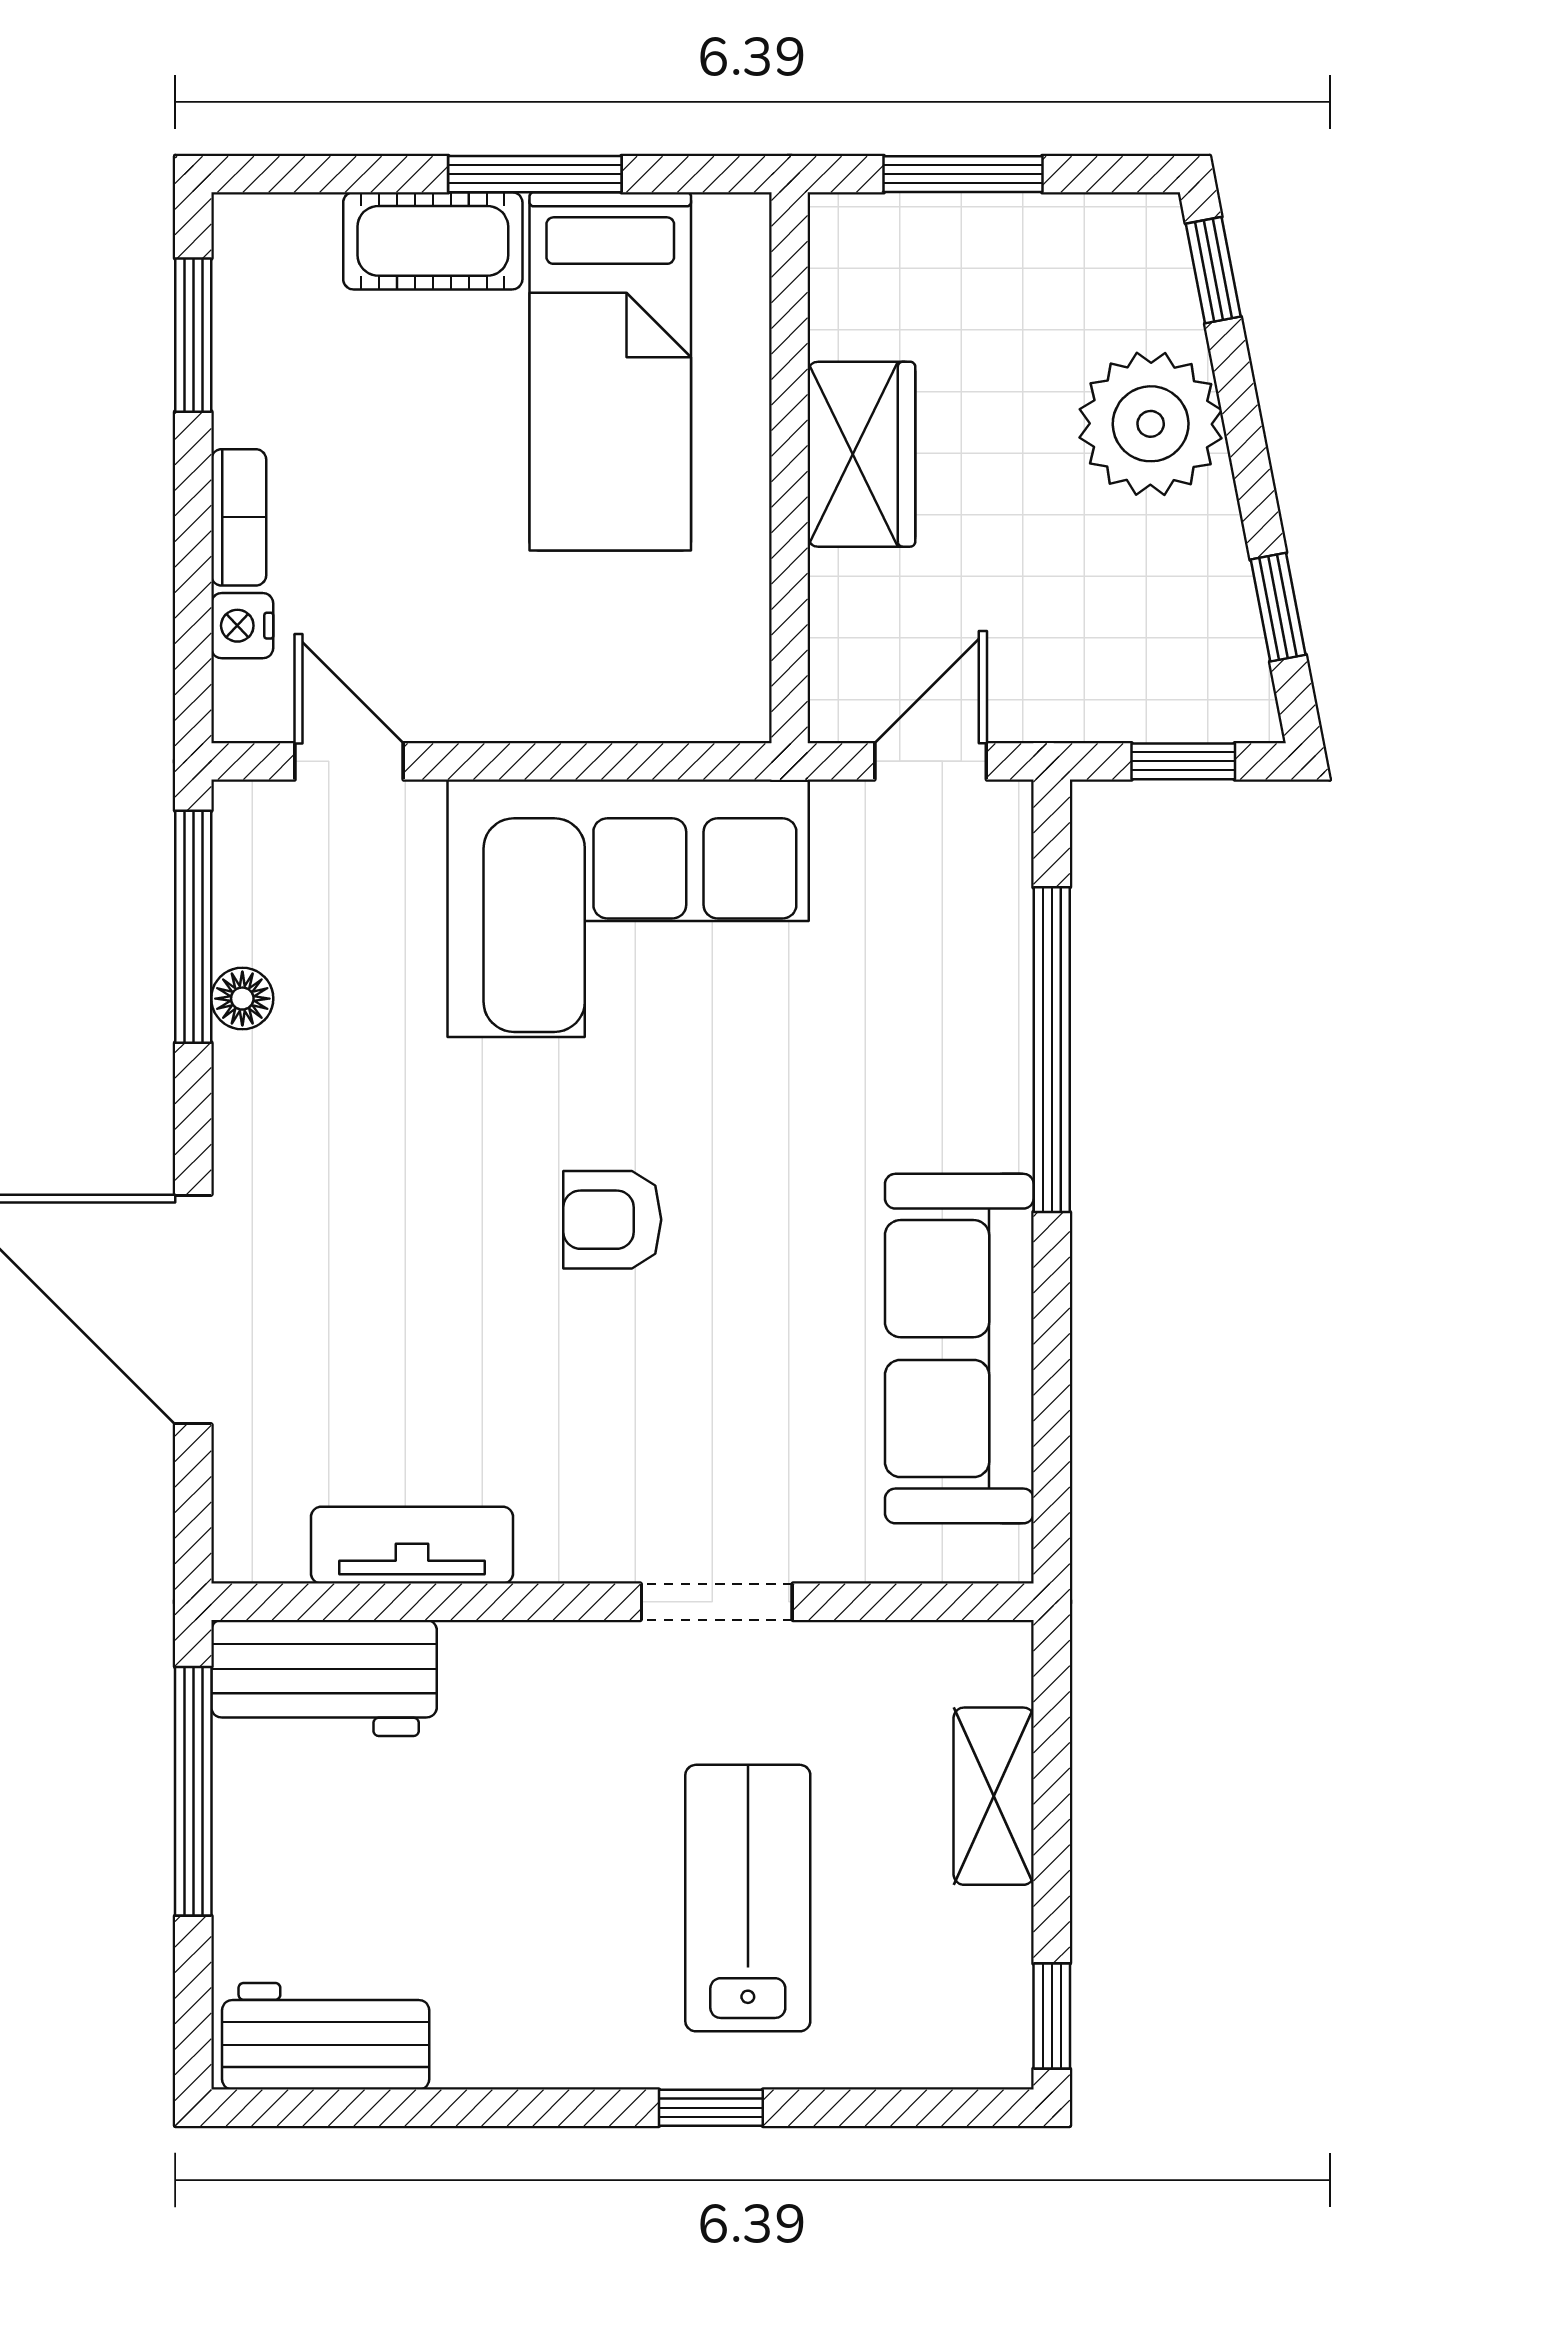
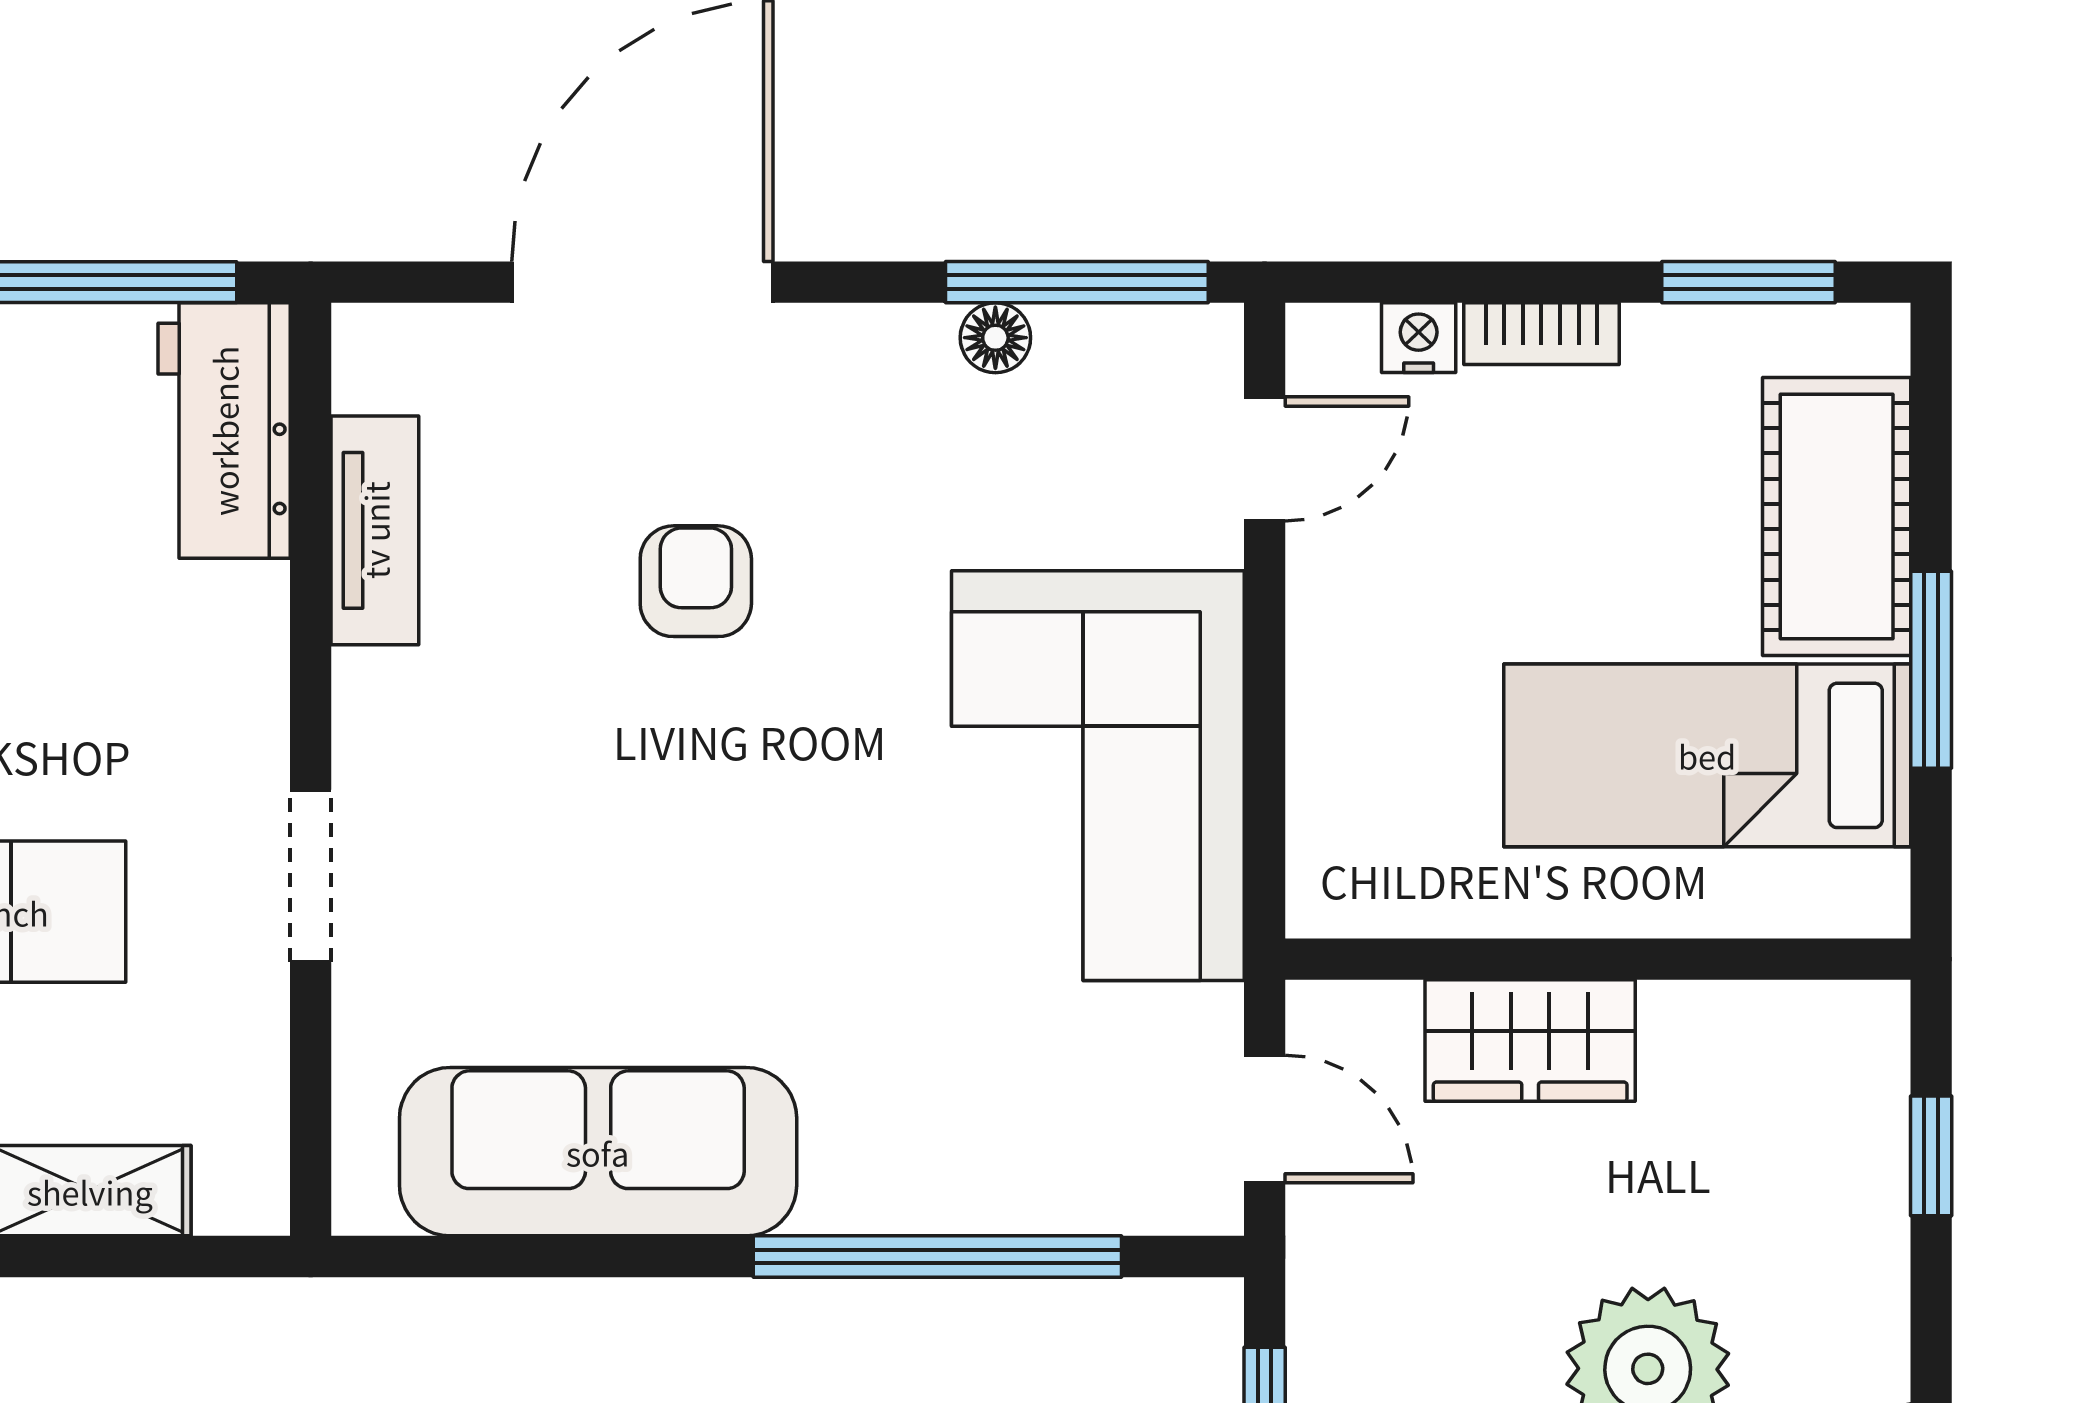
window: (963, 174) -> (1931, 1156), width x0.67
cot: (433, 241) -> (1837, 516), width x1.37, depth x1.34
wardrobe: (861, 454) -> (1530, 1041), moved
armchair: (612, 1220) -> (696, 581), moved

